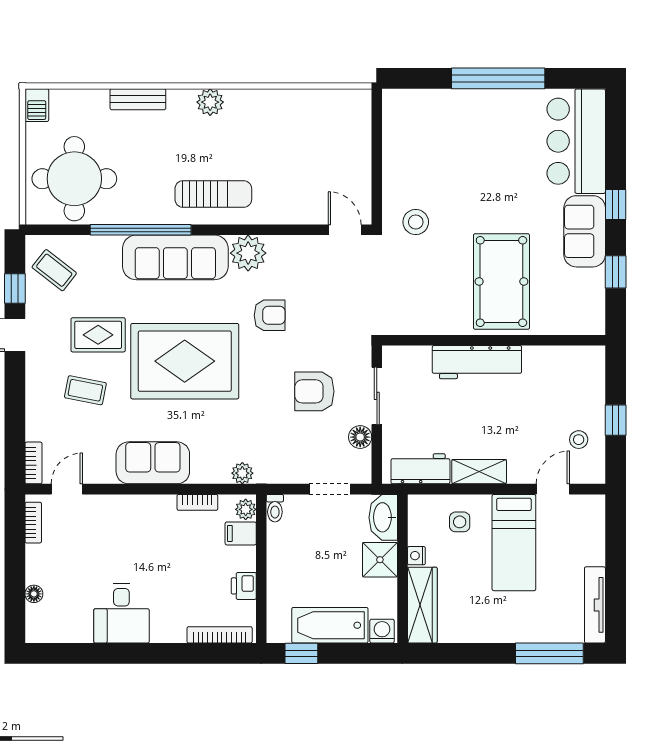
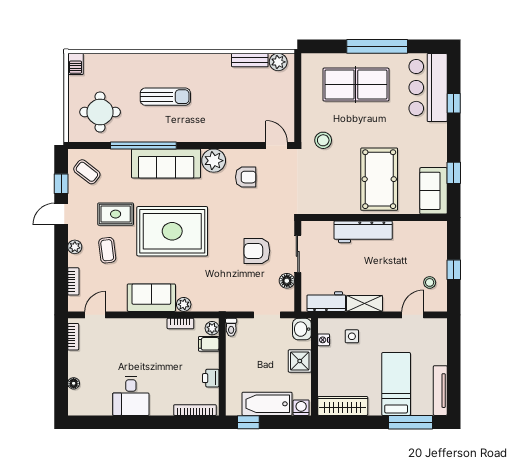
bench: (138, 99) -> (250, 60), moved
plant: (210, 102) -> (278, 62), moved
table tennis table: (466, 137) -> (356, 85), added
round table: (74, 179) -> (100, 112), width x0.73, depth x0.73
sun lounger: (213, 194) -> (165, 97), moved
window: (616, 204) -> (454, 103), moved
sofa: (585, 231) -> (434, 191), moved
armchair: (270, 315) -> (246, 177), moved
plant: (36, 385) -> (75, 247), added
coffee table: (85, 390) -> (107, 250), turned 72
bookcase: (33, 463) -> (73, 281), moved
plant: (242, 473) -> (184, 304), moved
washbasin: (383, 517) -> (302, 329), width x0.72
bed: (514, 543) -> (396, 384), moved, turned 180
nightstand: (416, 556) -> (324, 340), moved
wardrobe: (422, 605) -> (343, 406), moved, turned -90

